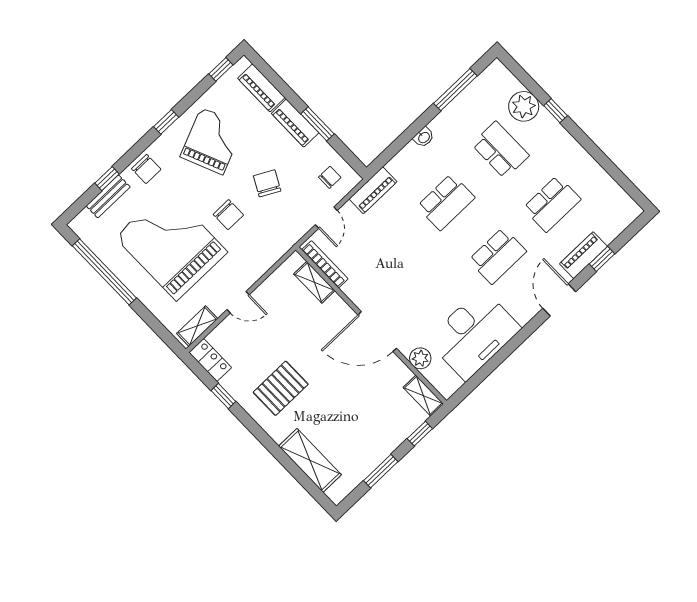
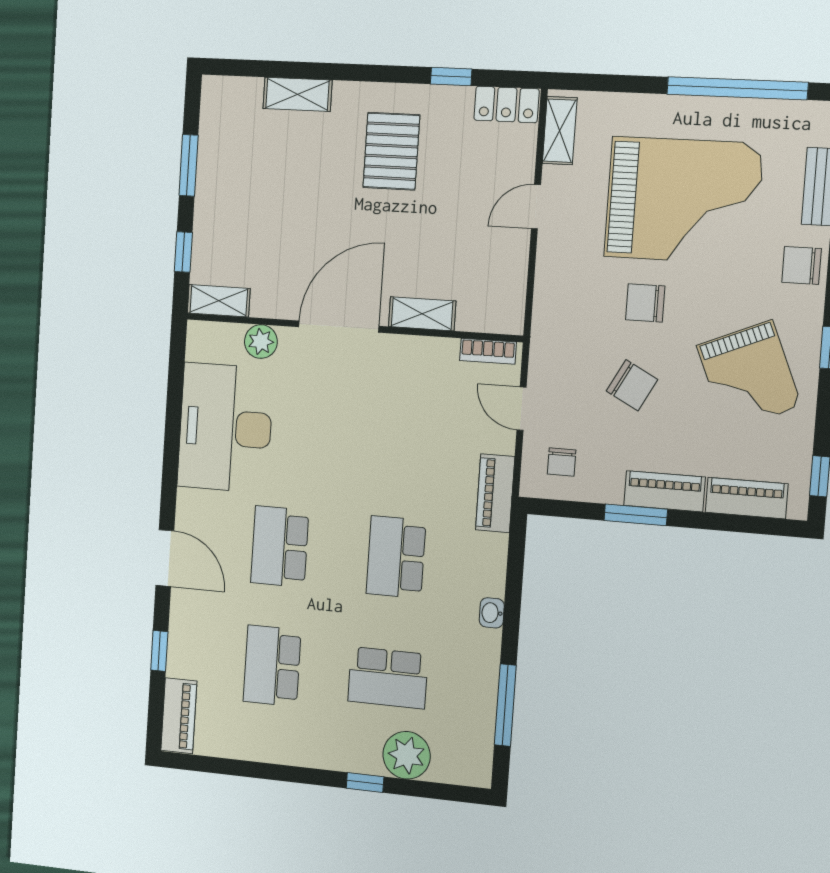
piano: (583, 255) -> (179, 716), moved
bookcase: (325, 264) -> (488, 351), width x0.64
shelving: (314, 282) -> (422, 314), moved
shelving: (310, 460) -> (297, 94), width x0.67, depth x0.75

